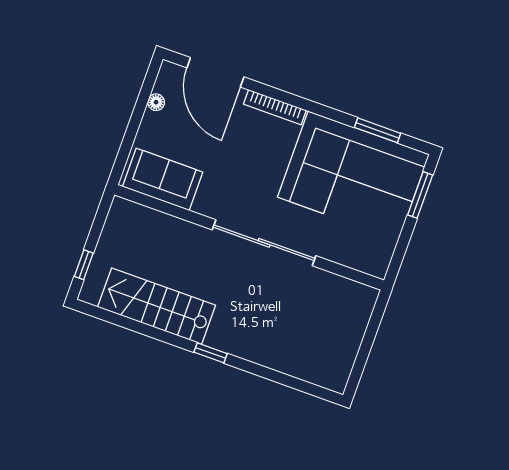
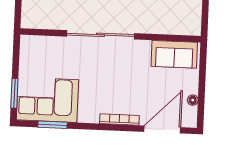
door: (215, 72) -> (162, 130), hinge flipped
corner sofa: (353, 176) -> (47, 100), width x0.73, depth x0.74

